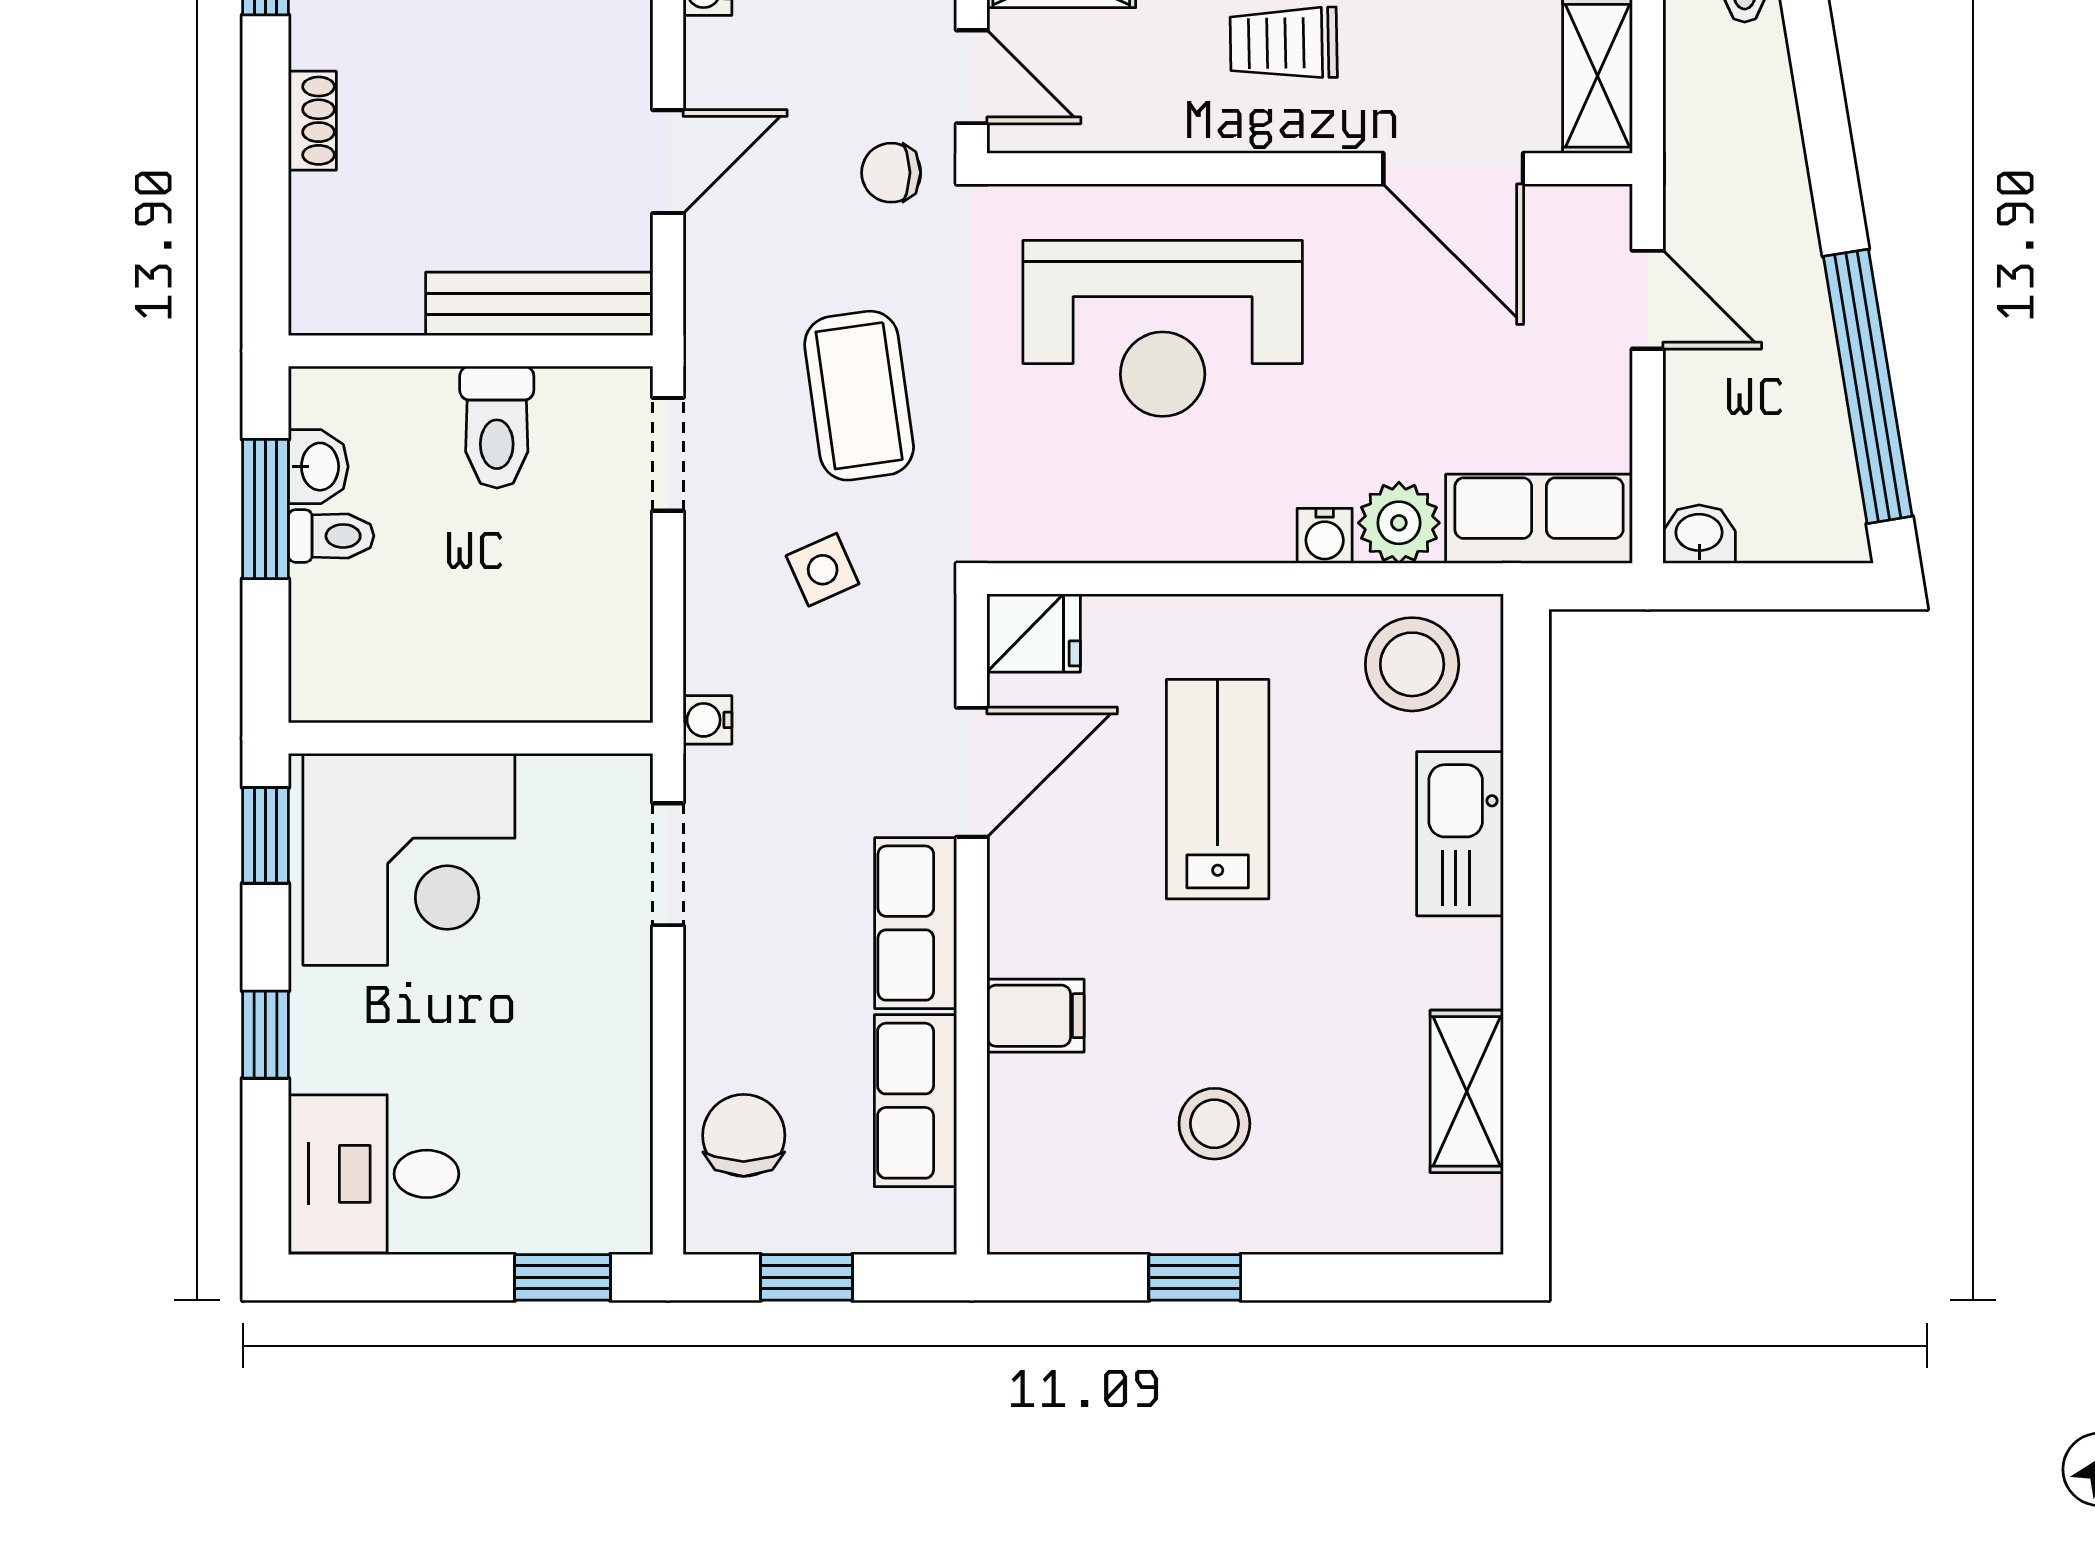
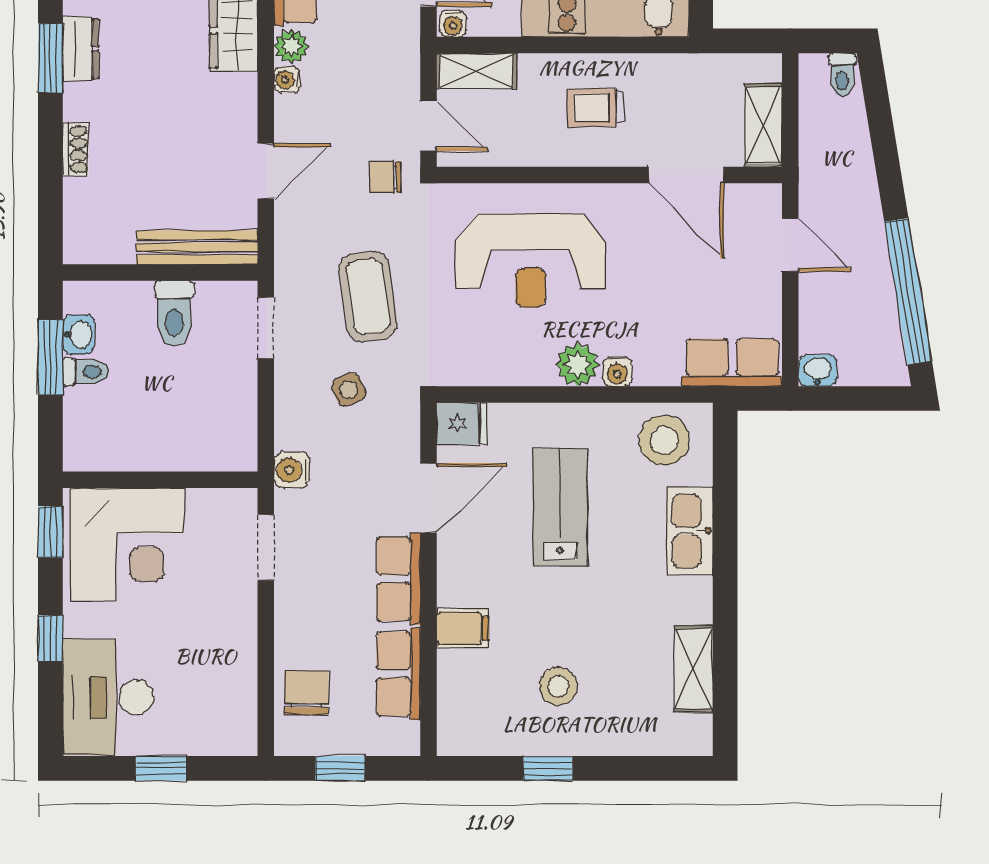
plant: (1399, 523) -> (578, 365), moved
water cooler: (707, 720) -> (292, 470), width x1.38, depth x1.38
desk: (374, 1174) -> (108, 697), width x1.37
window: (563, 1277) -> (161, 768), moved

